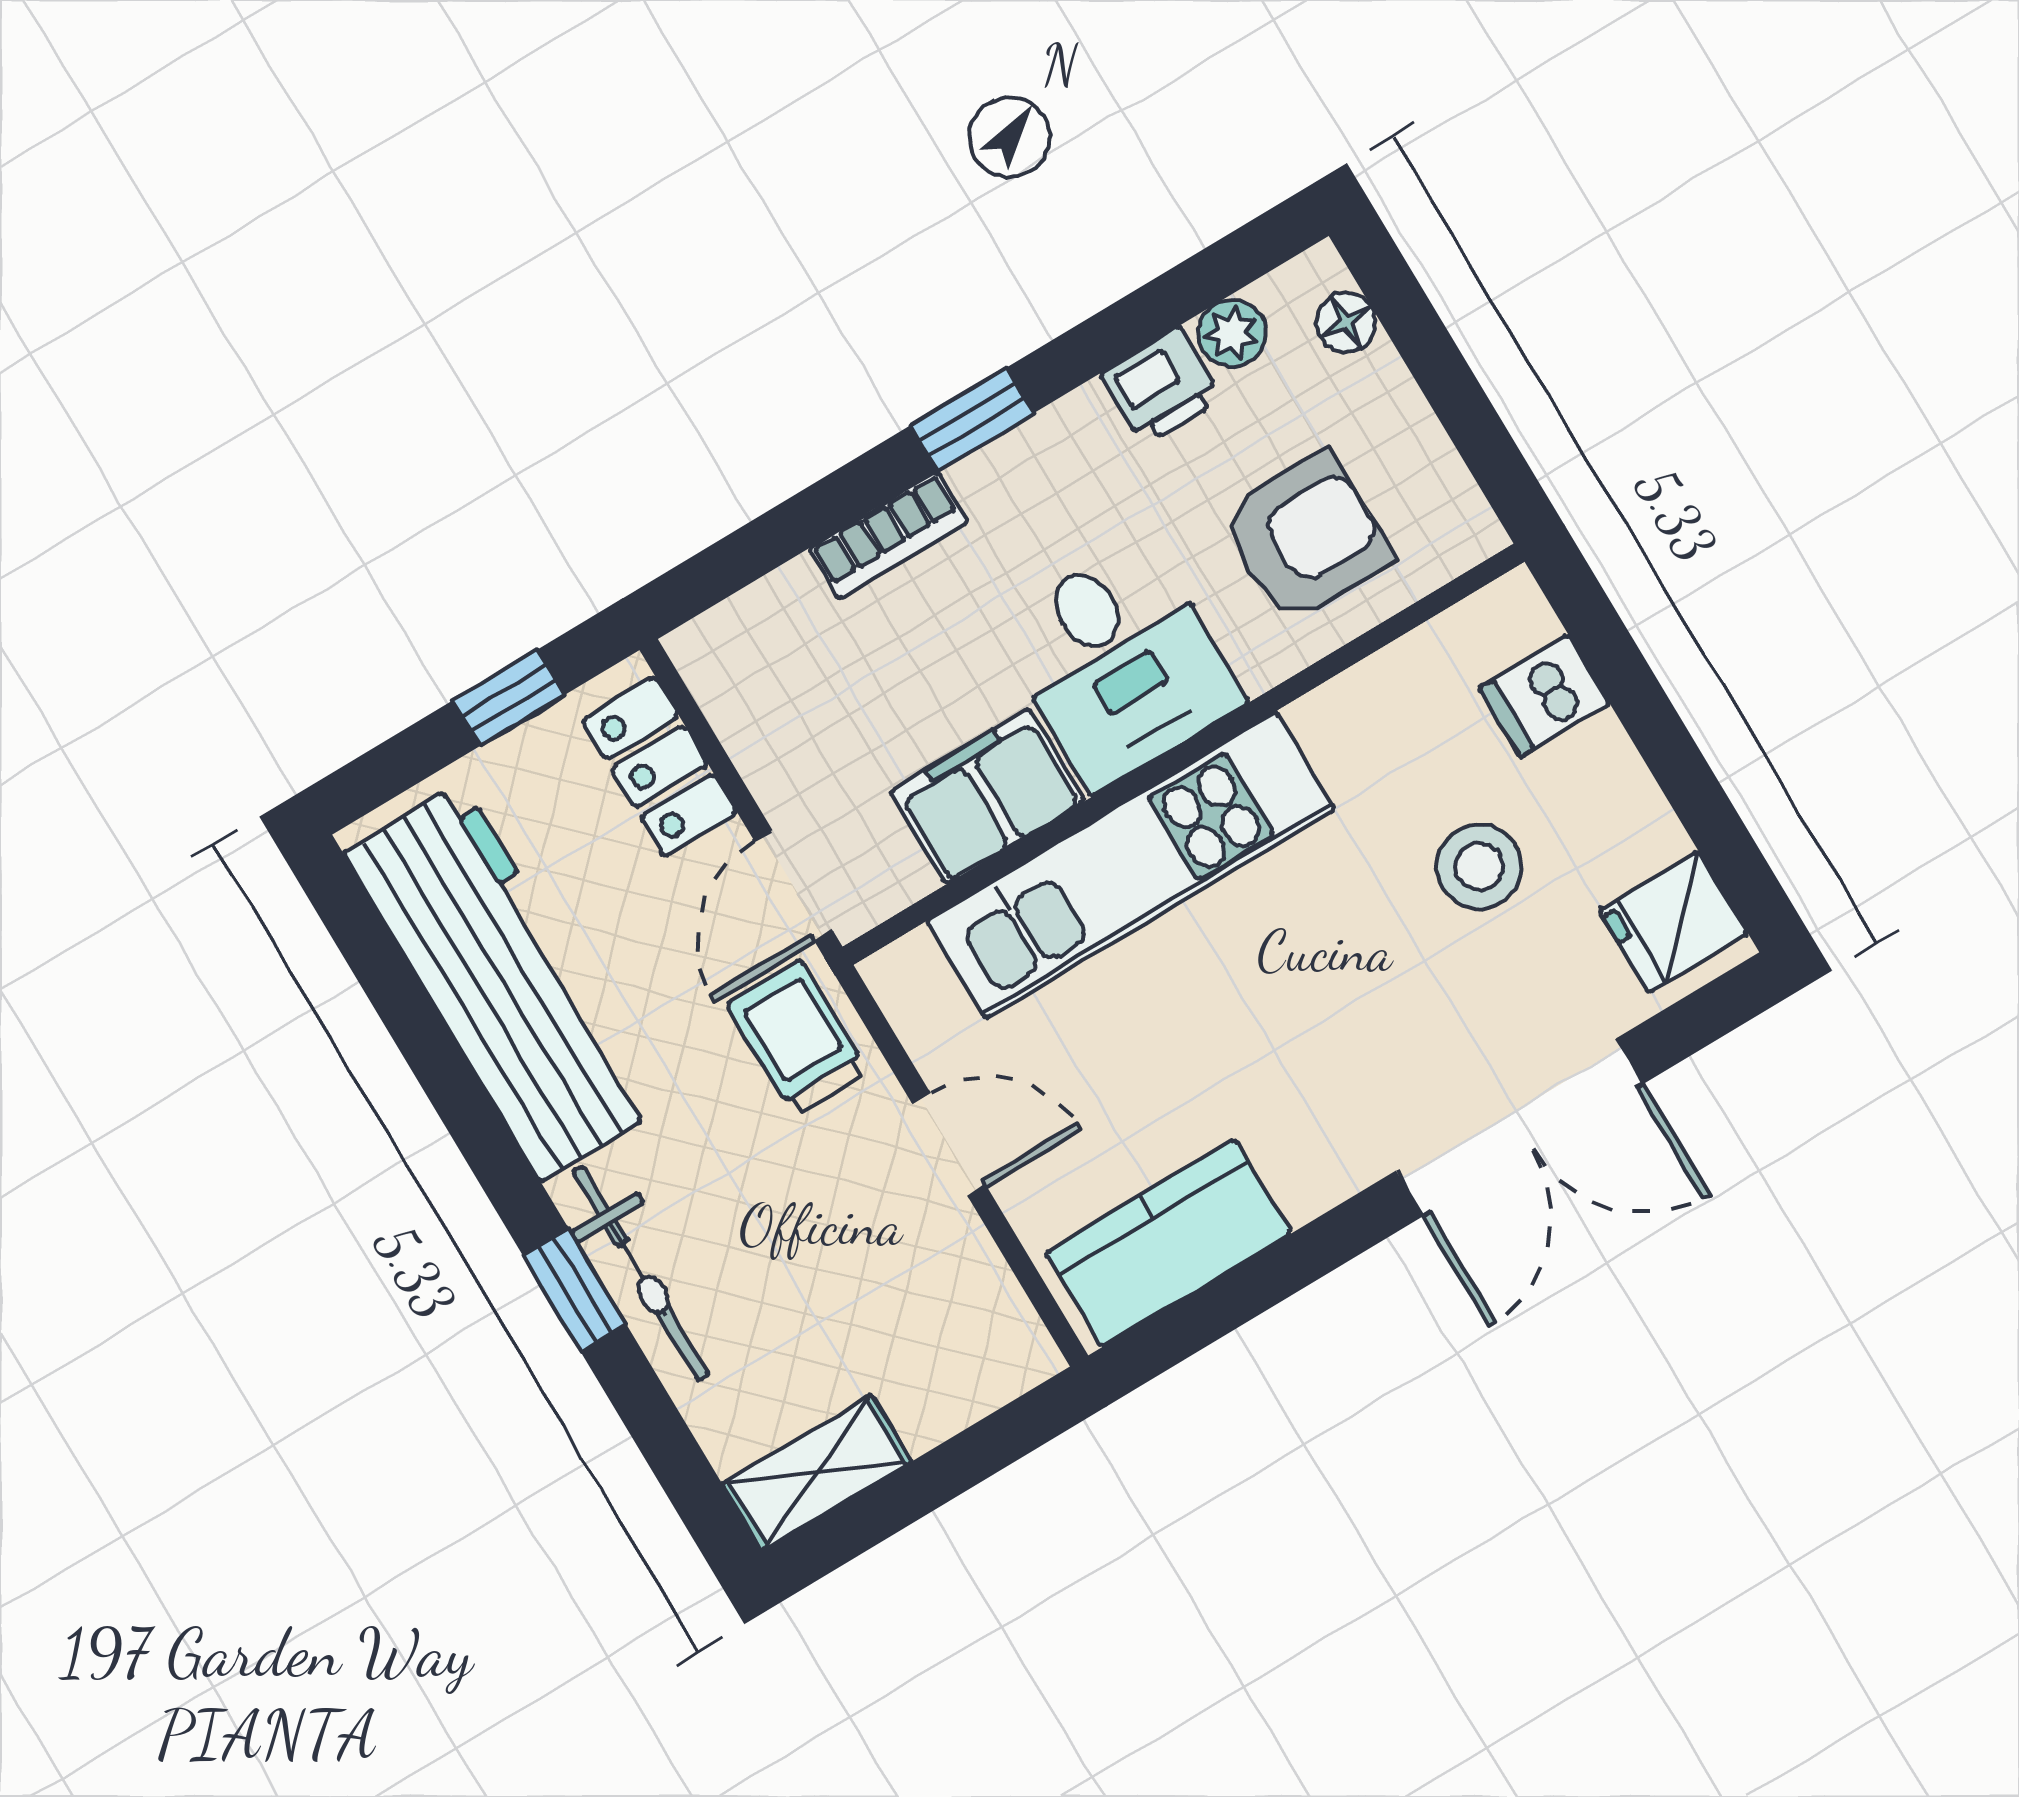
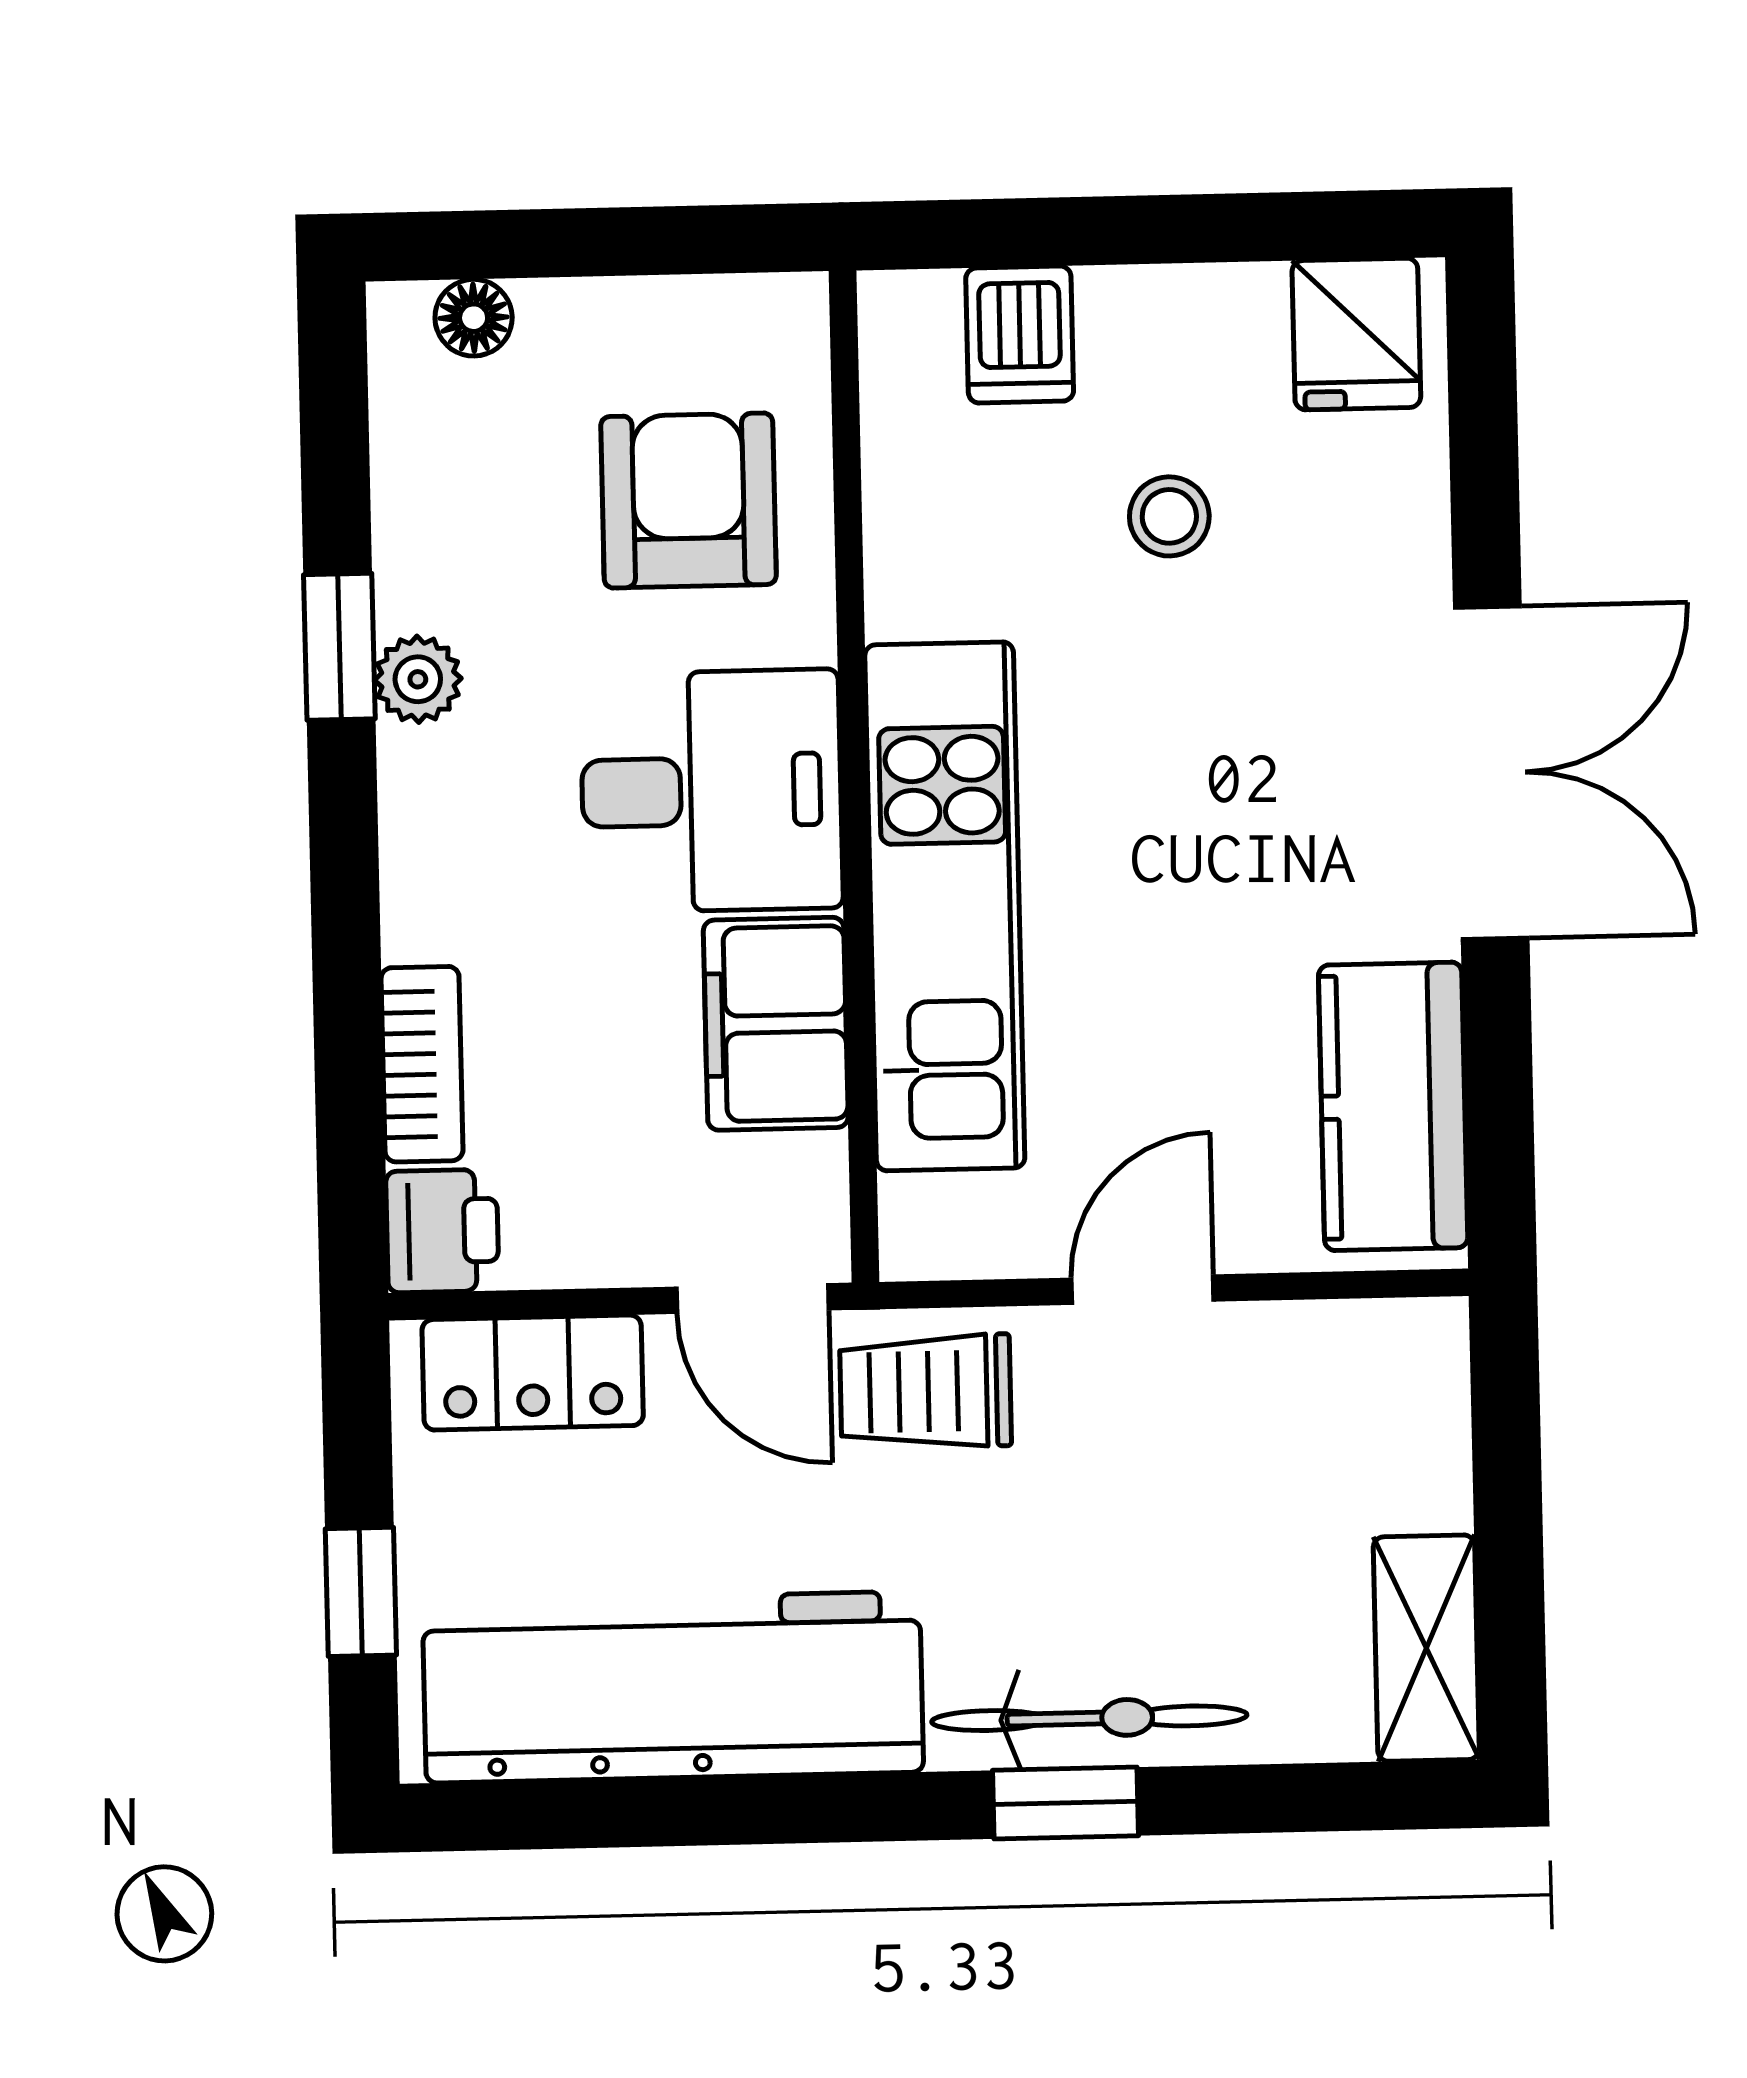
plant: (1232, 333) -> (418, 679), moved
printer: (1162, 386) -> (442, 1231), moved
window: (972, 419) -> (339, 647), moved
bookcase: (888, 536) -> (422, 1064), moved
window: (509, 698) -> (361, 1592), moved
stool: (1479, 866) -> (1169, 516), width x0.73, depth x0.73
double door: (1520, 1127) -> (1491, 773), moved

